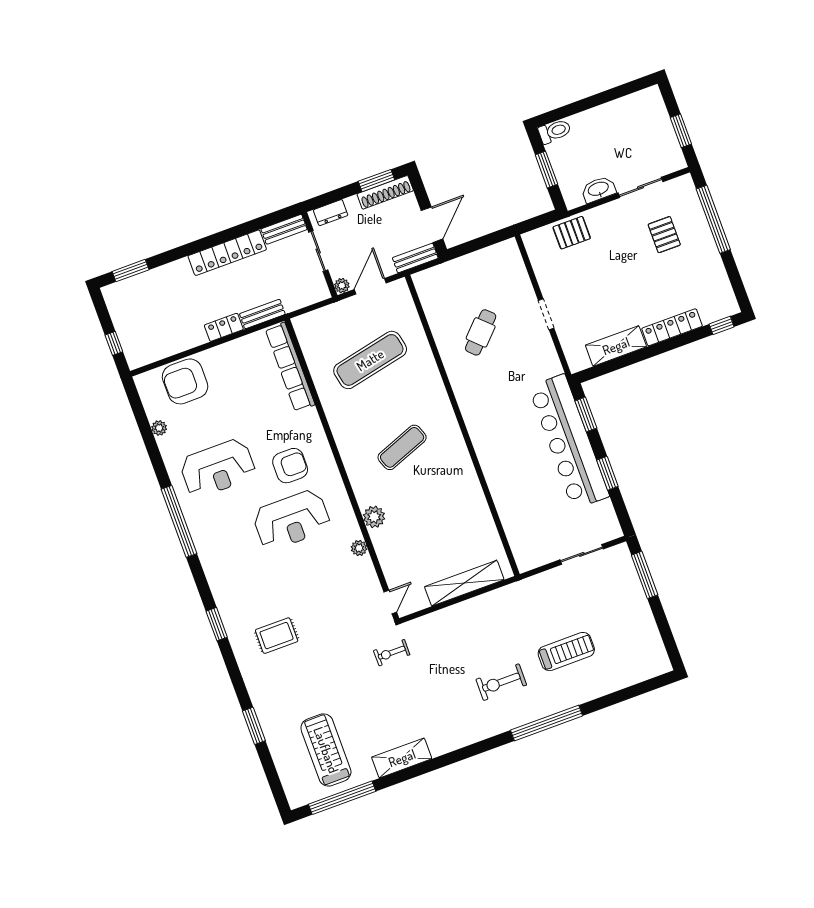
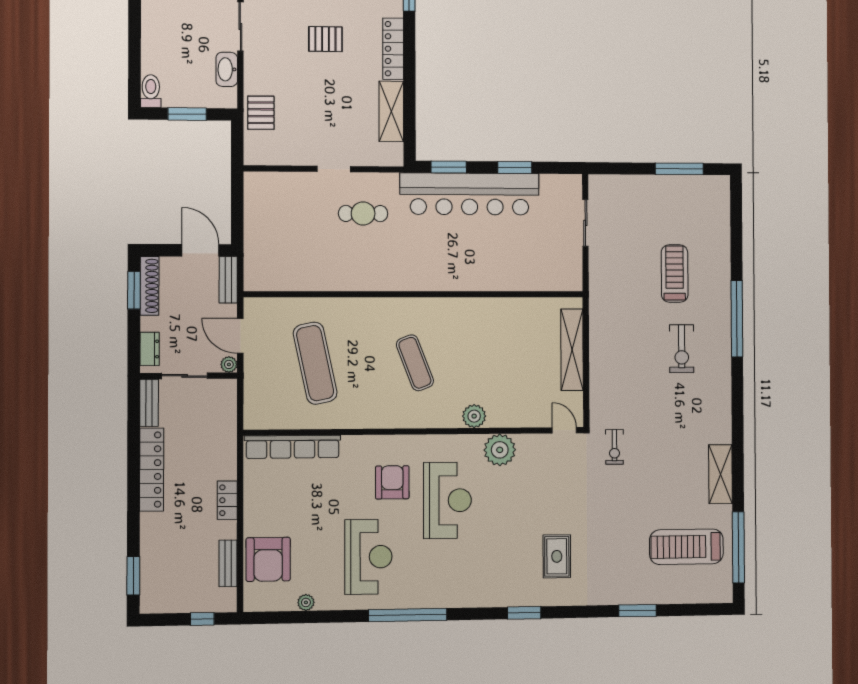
pallet: (664, 235) -> (325, 39), moved
bench: (262, 314) -> (228, 563), moved
cafe table: (481, 332) -> (363, 213), moved, turned -44
plant: (359, 548) -> (500, 450), width x1.87, depth x1.87
window: (645, 575) -> (679, 169), moved

